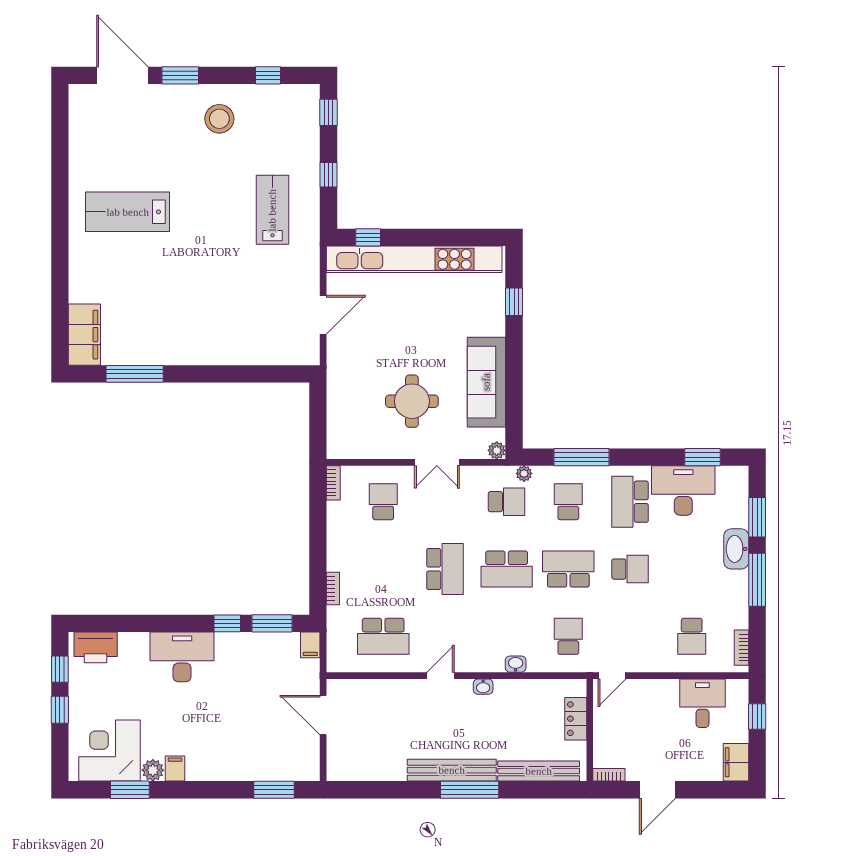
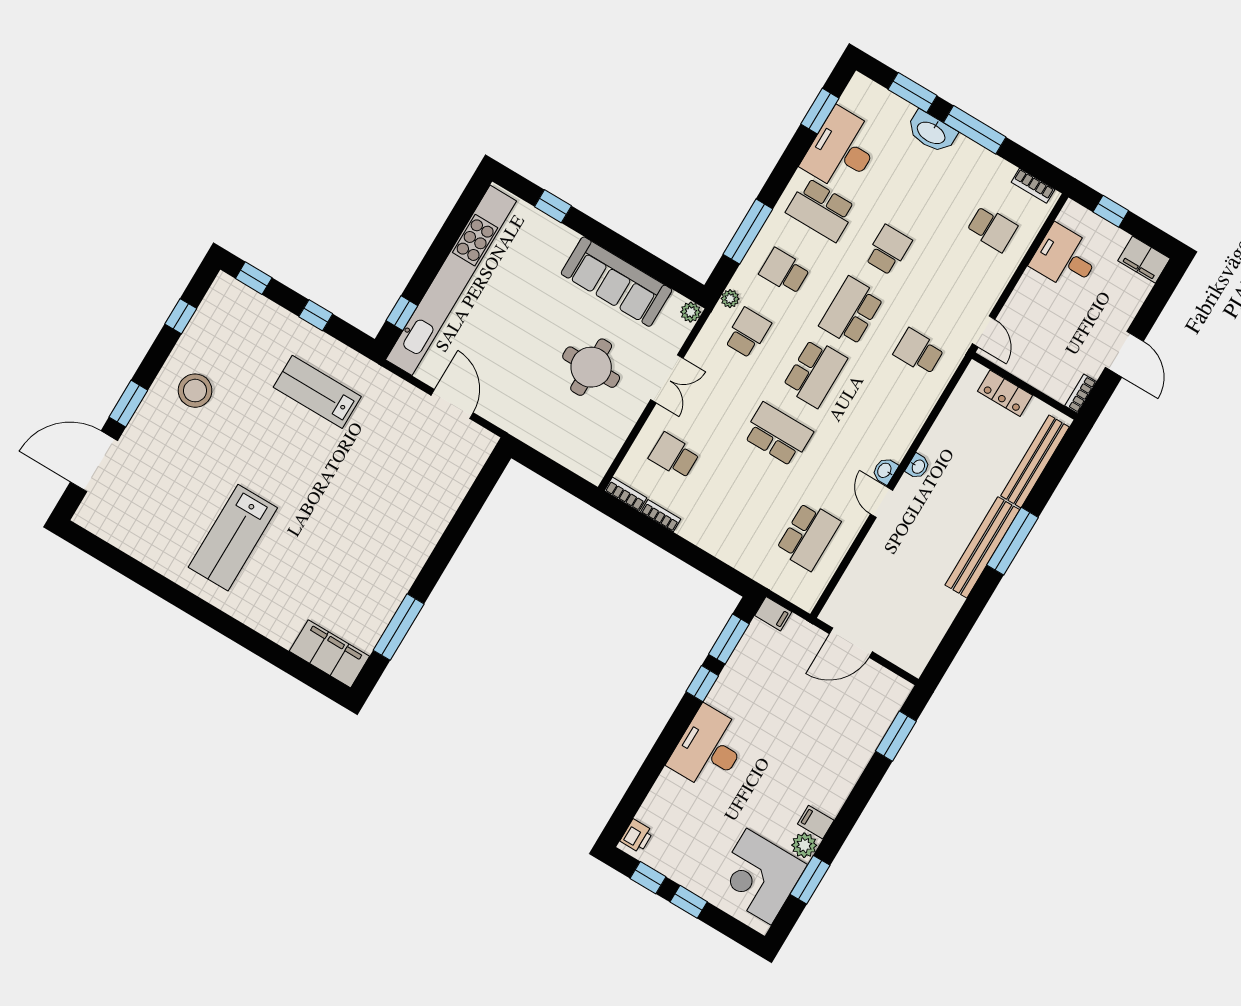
bookcase: (333, 589) -> (661, 516), moved
printer: (96, 647) -> (637, 836), width x0.53, depth x0.68
washbasin: (516, 664) -> (885, 471), moved

